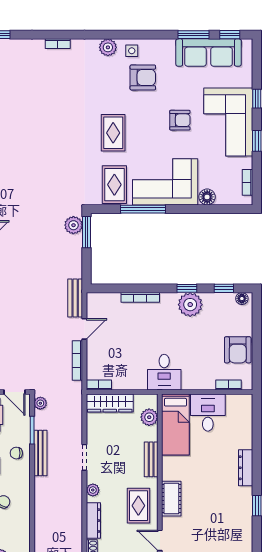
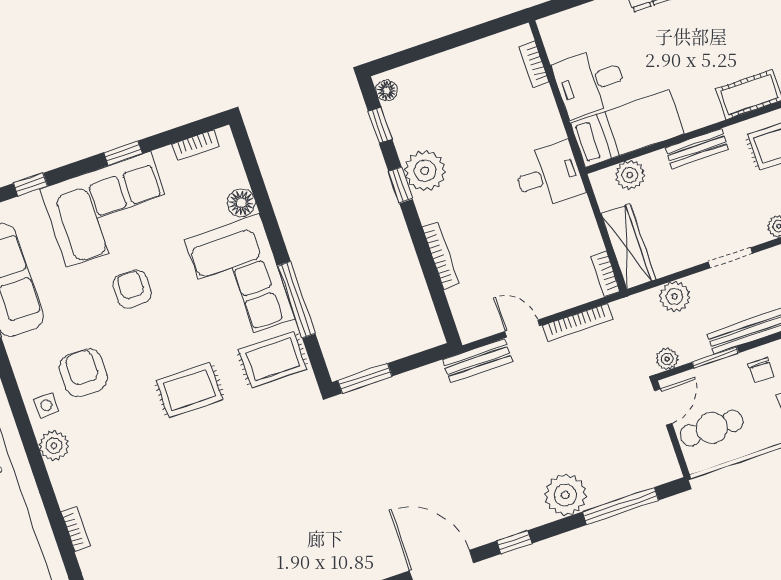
window: (257, 99) -> (30, 185), moved
plant: (73, 225) -> (675, 296), moved
armchair: (238, 350) -> (472, 69), removed

